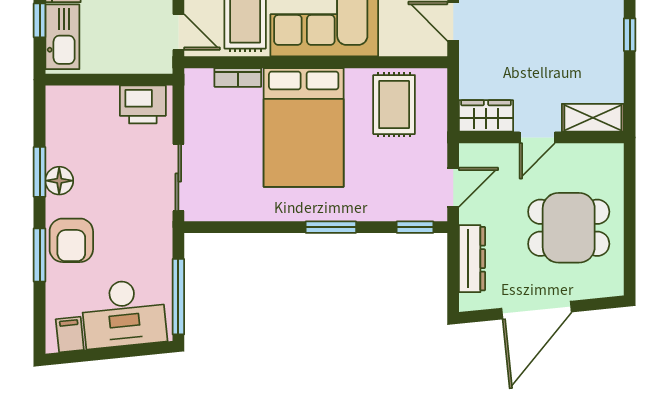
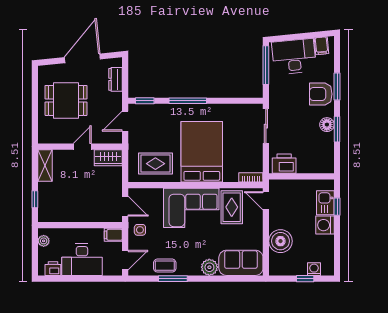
kitchen sink: (62, 37) -> (325, 203), width x0.73
bookcase: (238, 77) -> (251, 177), moved
rug: (394, 105) -> (155, 164), turned 90
shelving: (593, 118) -> (45, 165), moved, turned 90
window: (331, 227) -> (188, 101), width x1.44
armchair: (71, 240) -> (321, 94), turned -90
dresser: (472, 259) -> (116, 79), width x0.70

